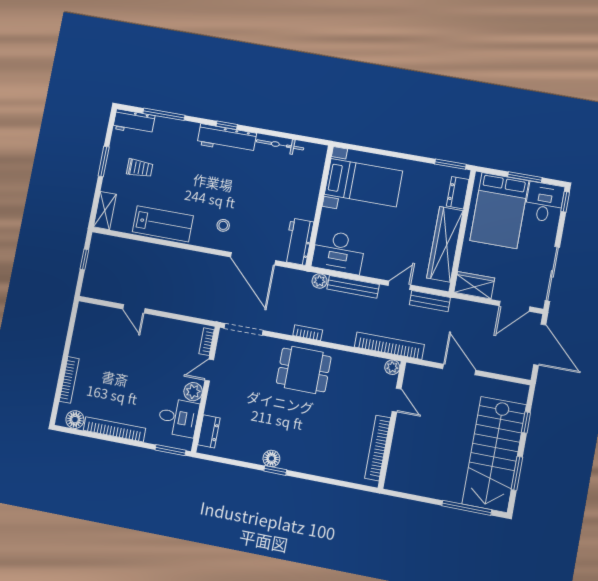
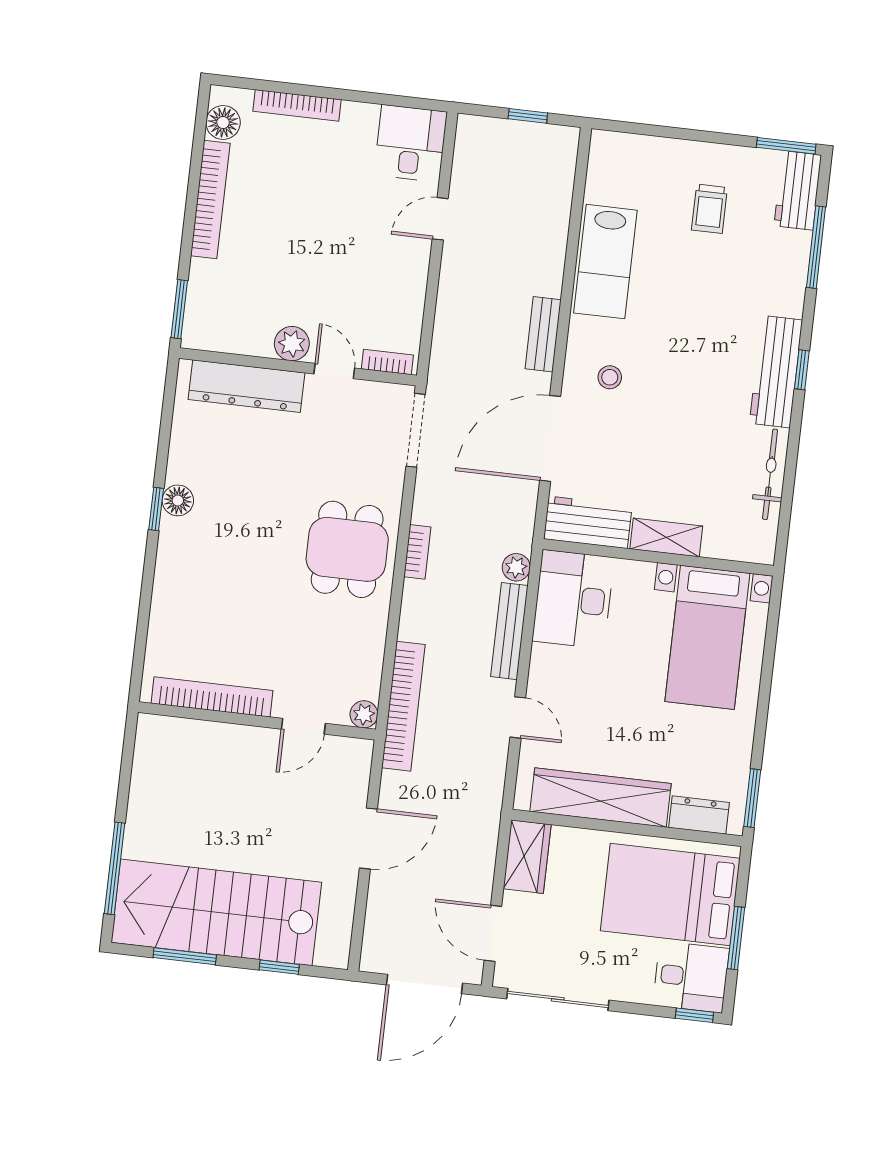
window: (104, 162) -> (786, 146), moved
shelving: (105, 211) -> (666, 538), moved
bench: (430, 301) -> (543, 334), moved
desk: (178, 418) -> (411, 143), moved, turned 180
dresser: (209, 431) -> (246, 386), width x1.96, depth x1.24

